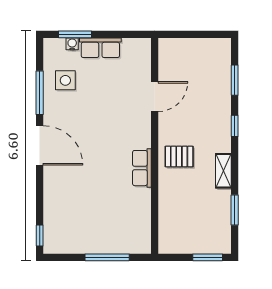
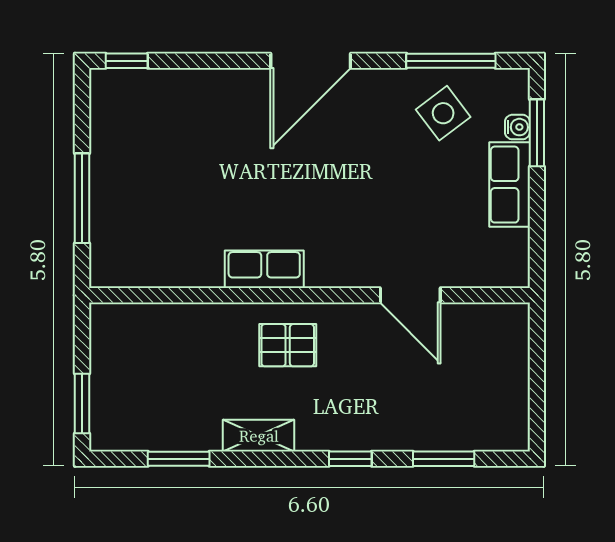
side table: (65, 80) -> (443, 113), turned -37
window: (40, 93) -> (451, 61), moved
pallet: (179, 157) -> (288, 345), turned 90

